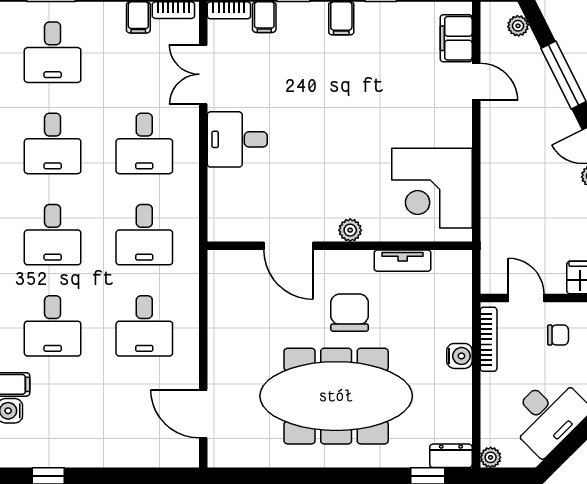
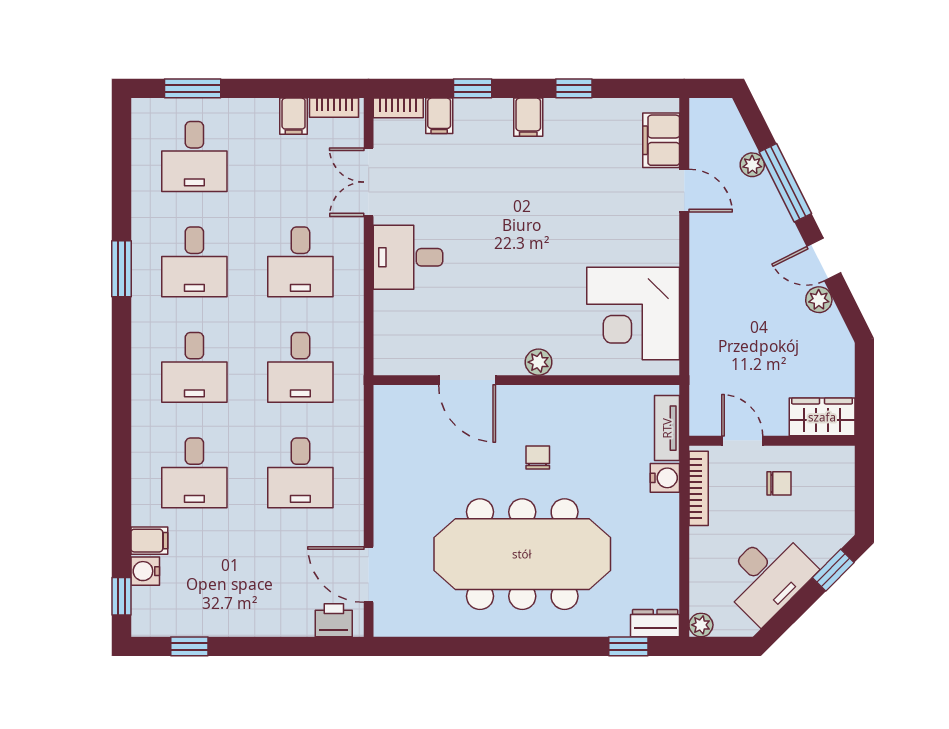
plant: (518, 26) -> (752, 165), moved
tv unit: (403, 261) -> (667, 428), moved, turned 90
chair: (350, 313) -> (538, 457), width x0.54, depth x0.54
water cooler: (459, 356) -> (665, 478), moved
printer: (173, 453) -> (334, 620), added

